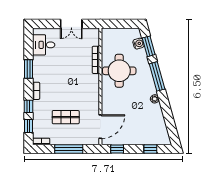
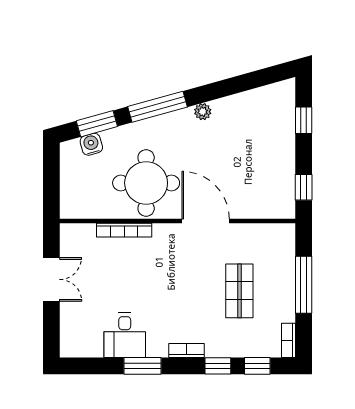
desk: (44, 45) -> (125, 335), moved
door: (100, 127) -> (206, 221), moved

